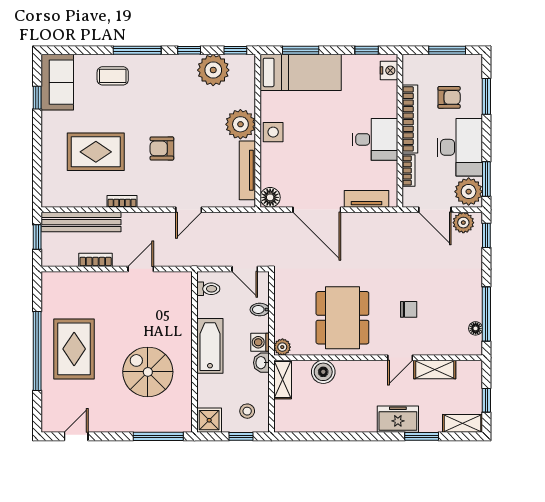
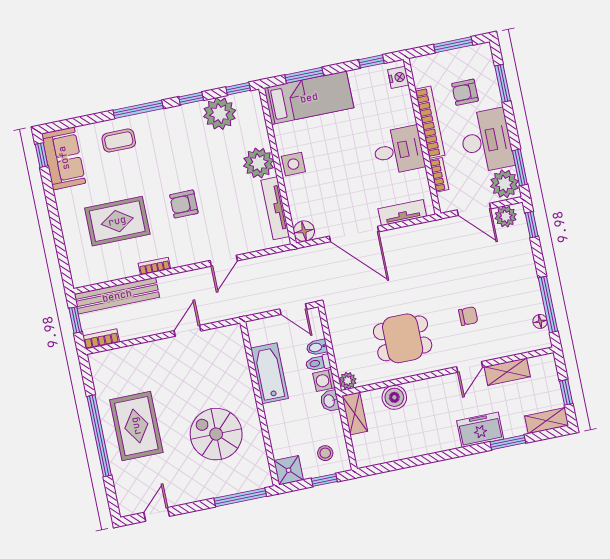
armchair: (449, 97) -> (465, 92), turned 180
window: (37, 98) -> (42, 155), moved
bookcase: (96, 260) -> (101, 339), moved
toilet: (208, 289) -> (318, 363), moved, turned 180
dining table: (342, 318) -> (403, 338), width x0.73
bathtub: (210, 346) -> (269, 373), moved

